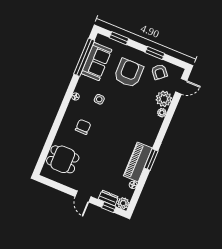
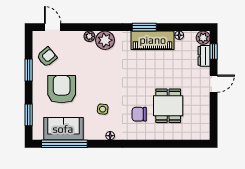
armchair: (129, 73) -> (62, 89), turned 90
plant: (164, 99) -> (105, 40), moved
dining table: (63, 159) -> (168, 106), moved

